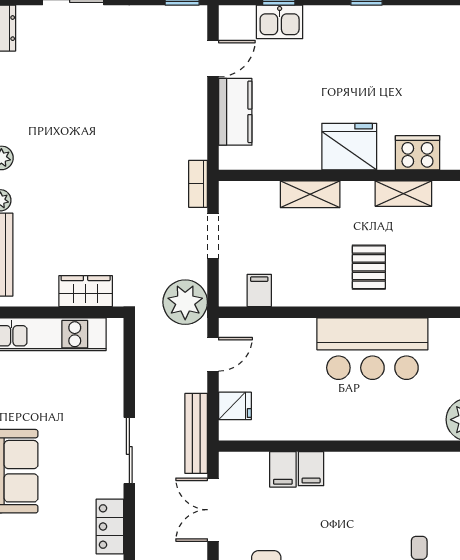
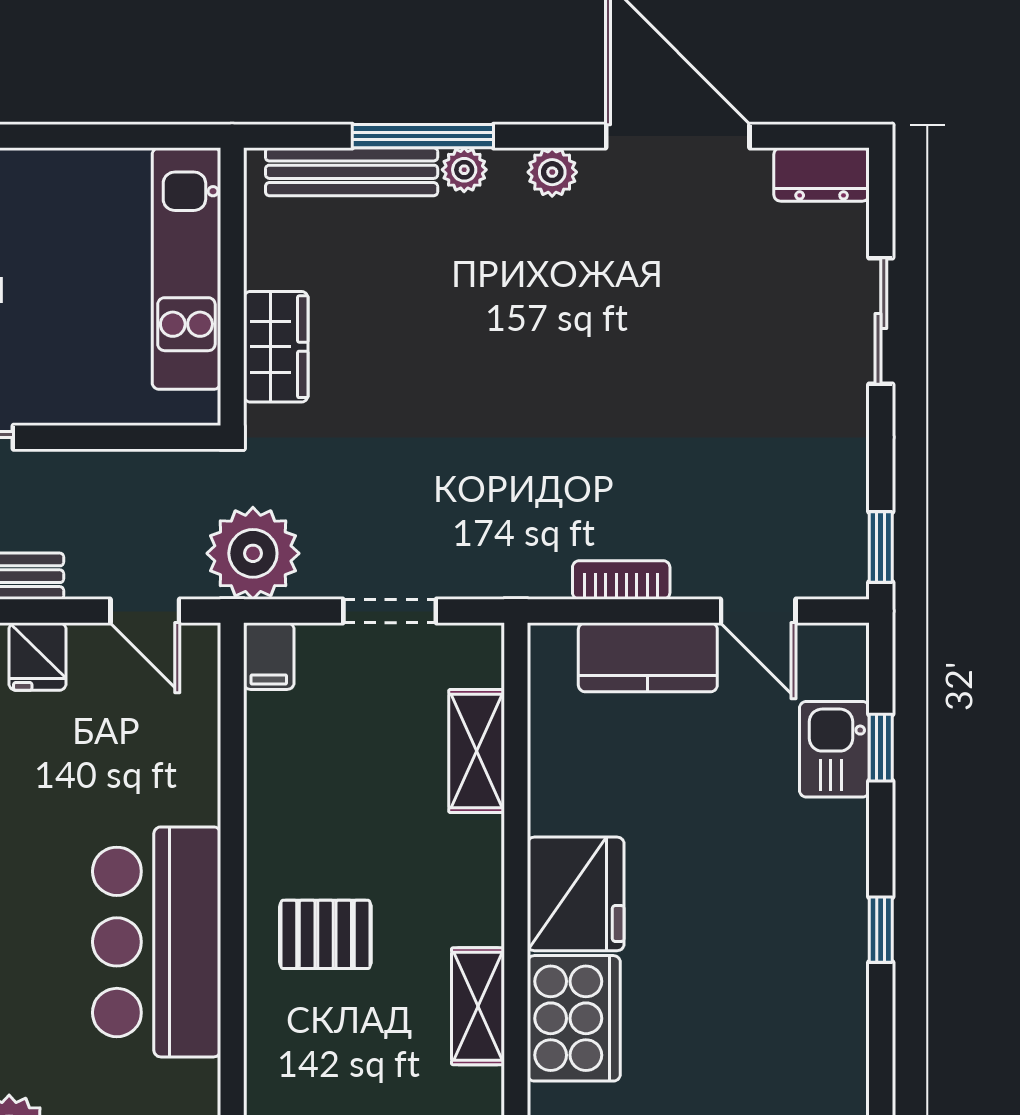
cooker: (417, 153) -> (574, 1018), width x1.37, depth x1.31
bookcase: (198, 184) -> (621, 580), moved
shelving: (310, 194) -> (477, 751), moved
filing cabinet: (259, 290) -> (269, 656), moved, turned 90

